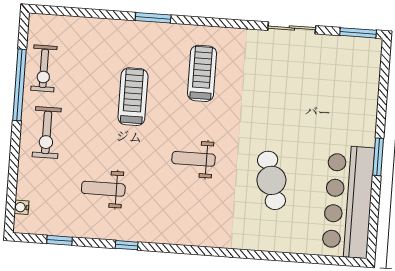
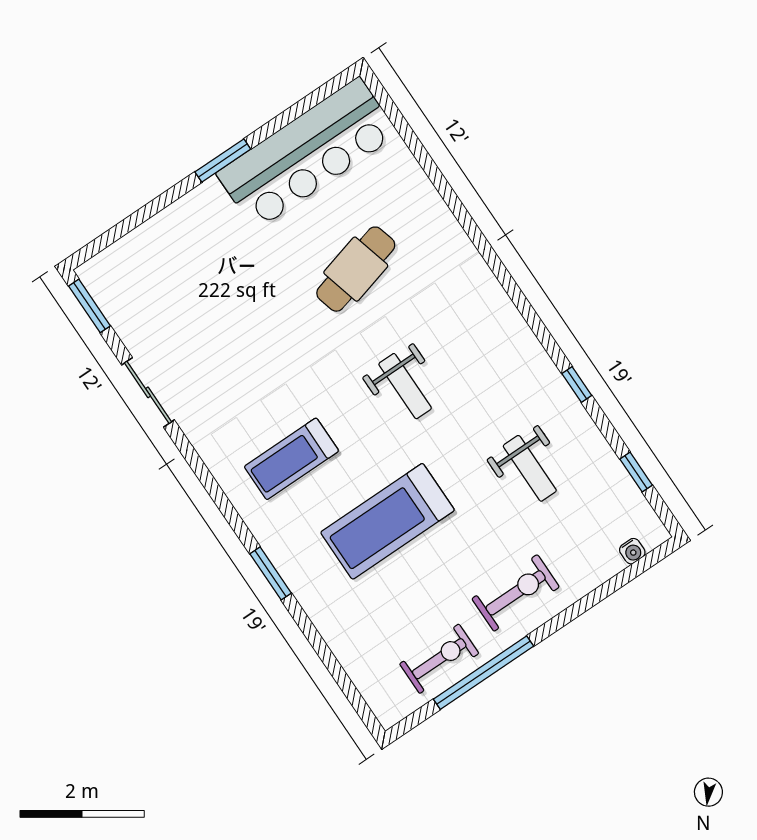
treadmill: (133, 97) -> (387, 521), width x1.37, depth x1.38

